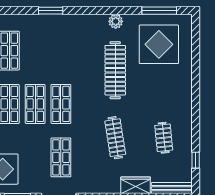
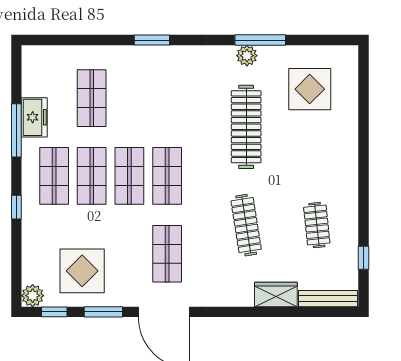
window: (159, 11) -> (260, 40), moved
display table: (159, 44) -> (310, 89), width x0.73, depth x0.73

